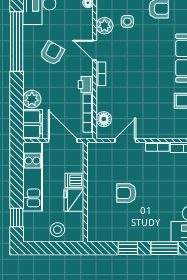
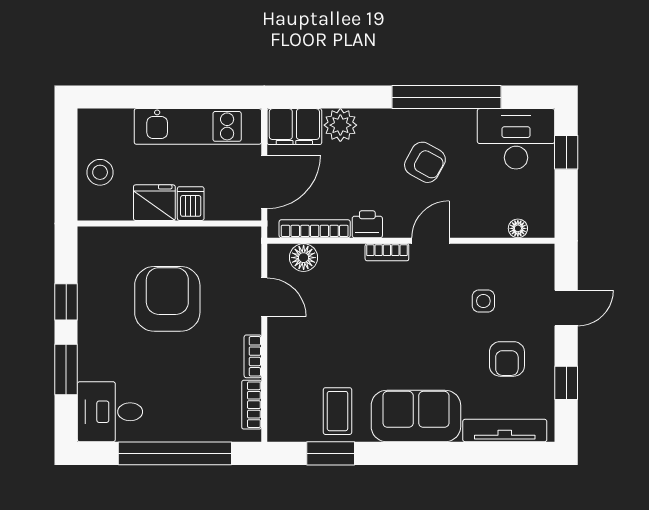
plant: (104, 26) -> (476, 259), removed
armchair: (126, 193) -> (167, 299), width x1.88, depth x1.88
window: (17, 217) -> (122, 97), removed

